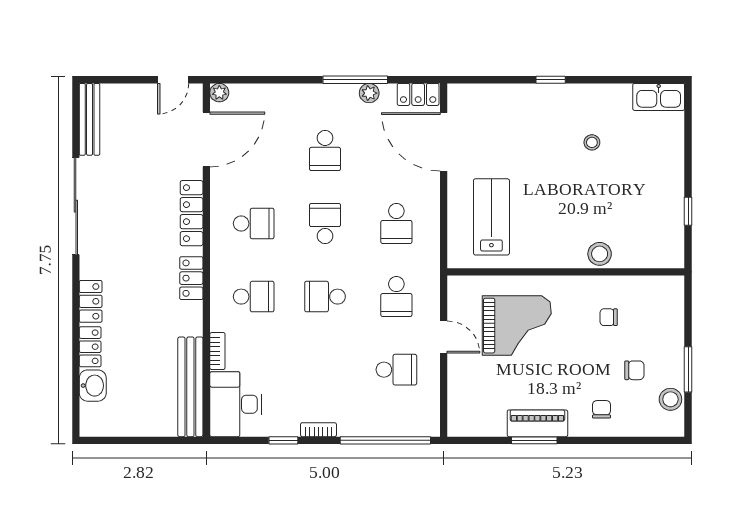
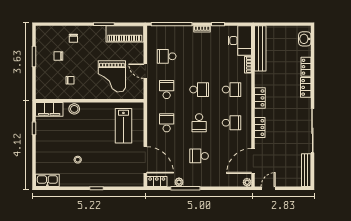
school desk: (325, 150) -> (199, 156), turned -90
locker: (192, 213) -> (260, 127), width x0.66
school desk: (254, 224) -> (232, 123), turned 180
filing cabinet: (655, 253) -> (49, 109), added
school desk: (254, 297) -> (232, 90), turned 180
grand piano: (517, 326) -> (112, 76), turned -90
washbasin: (93, 386) -> (305, 39), moved
stool: (670, 399) -> (42, 43), removed
piano: (537, 423) -> (125, 34), moved, width x1.37, depth x1.33

